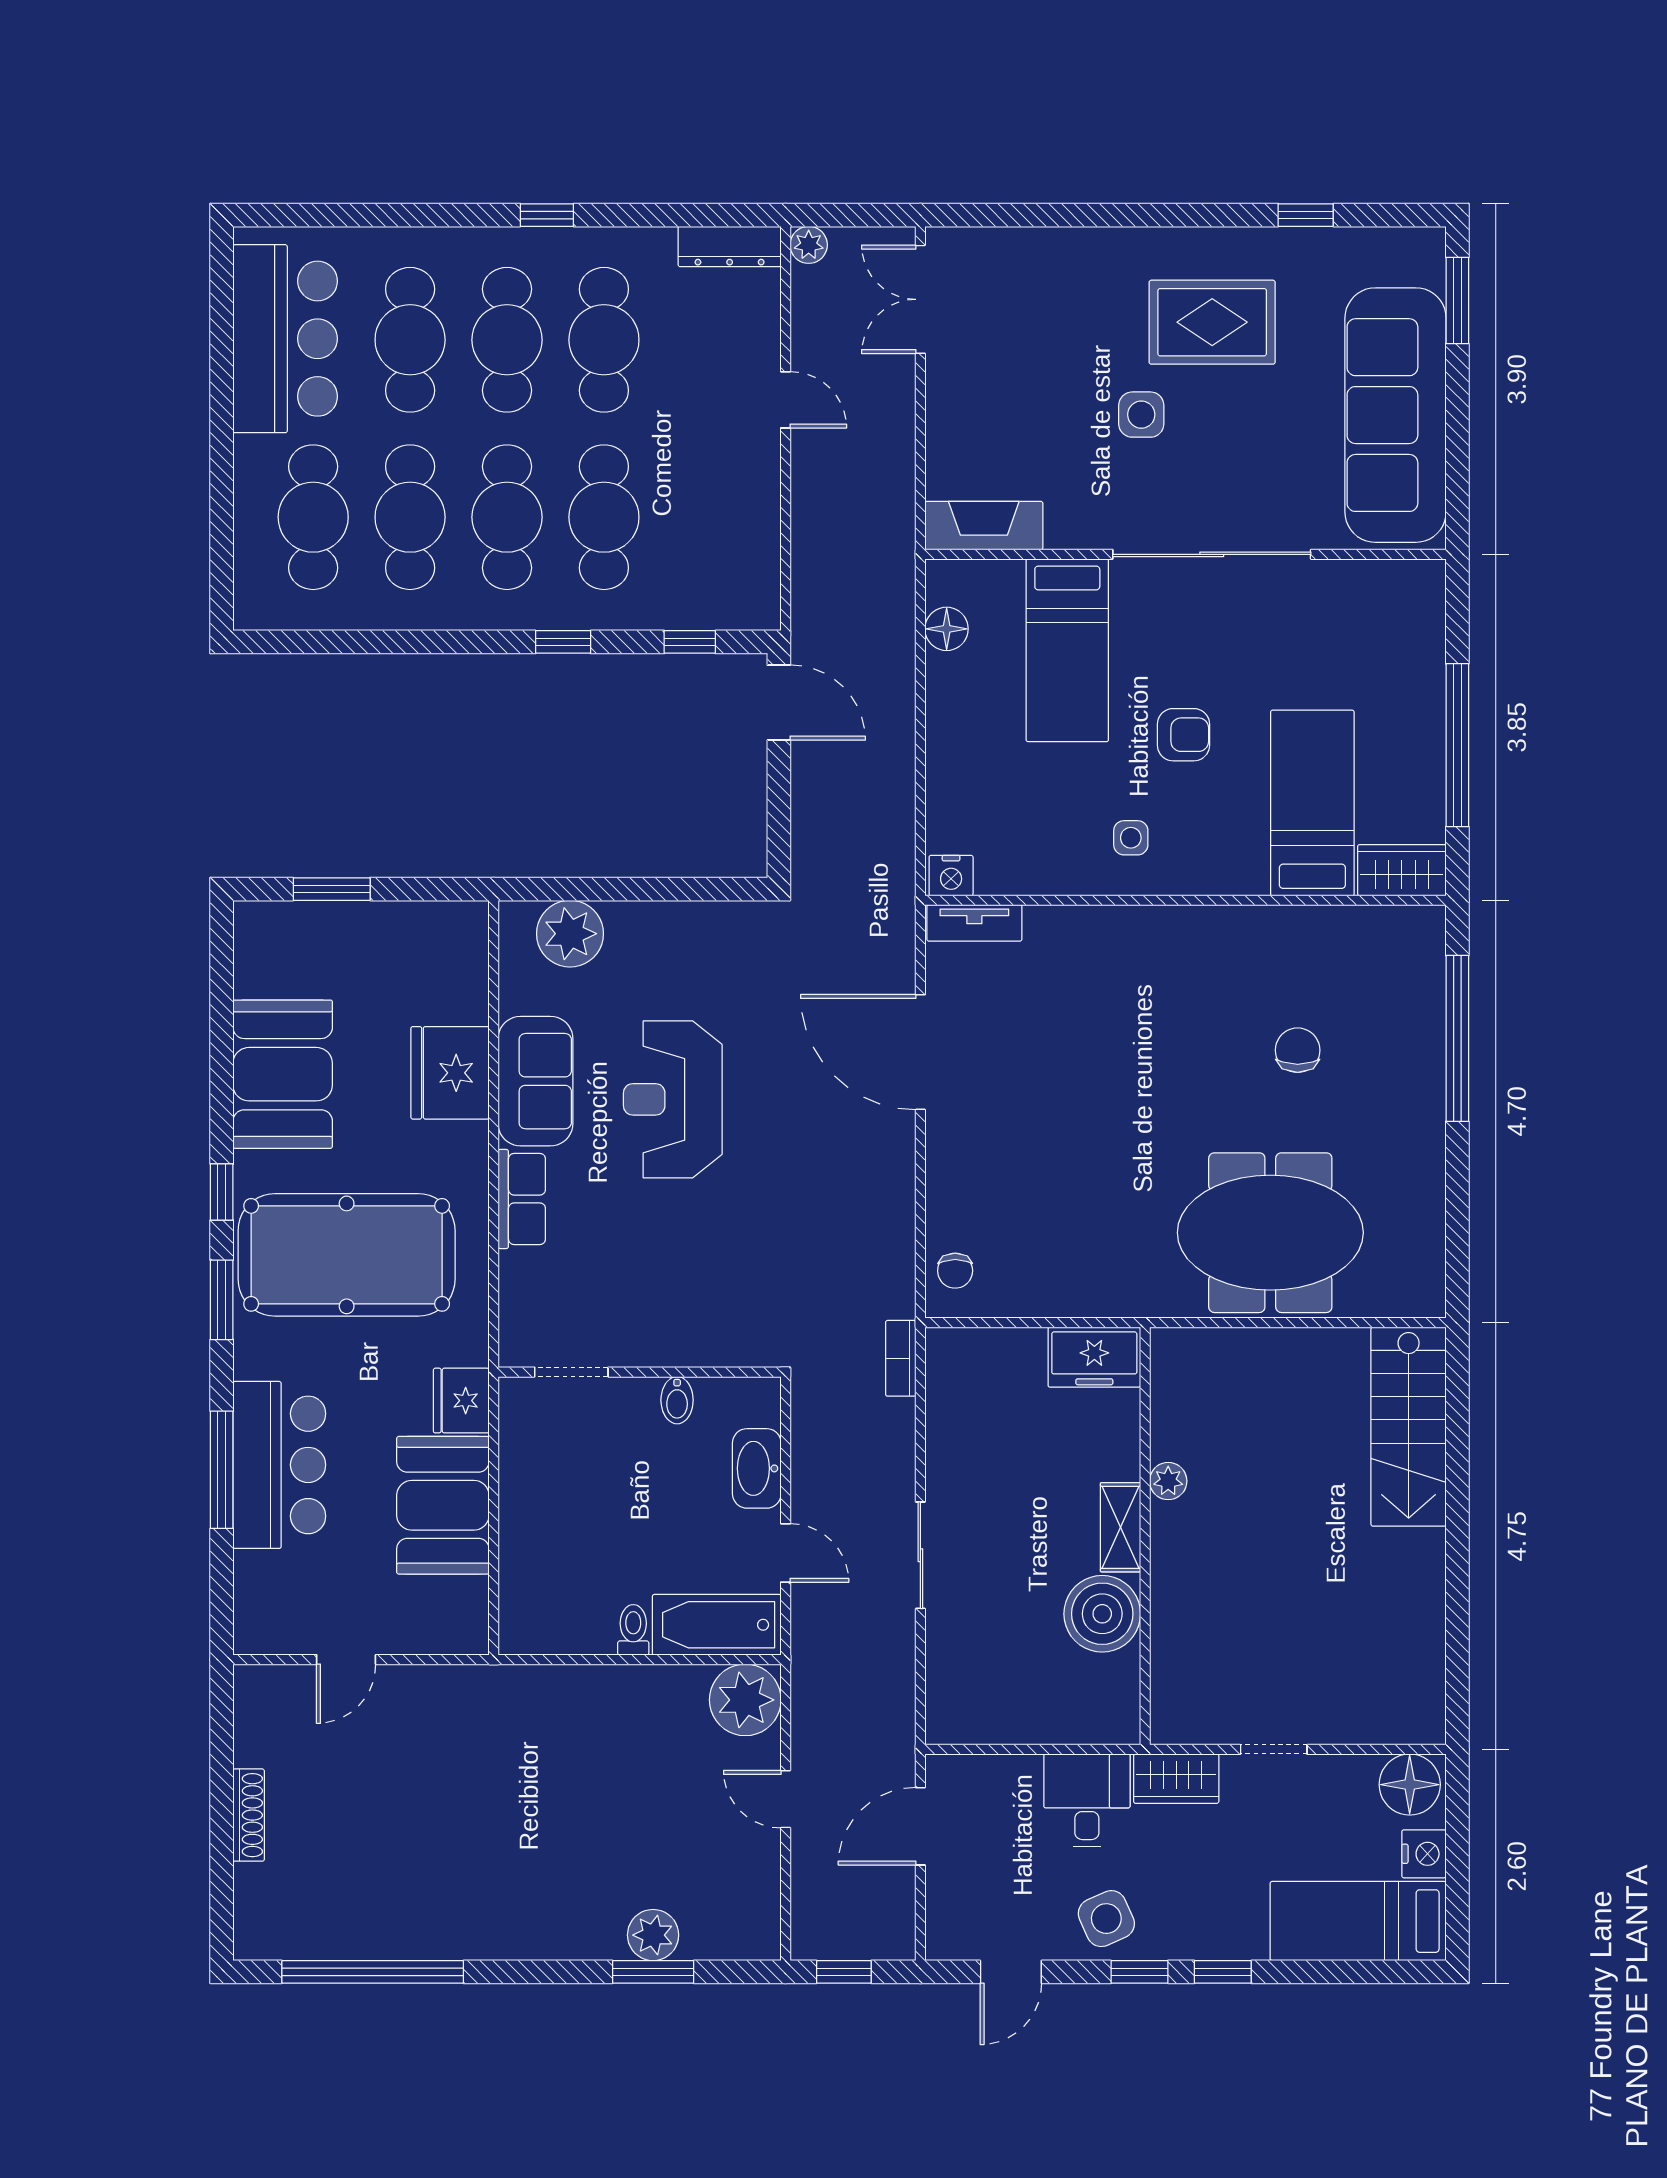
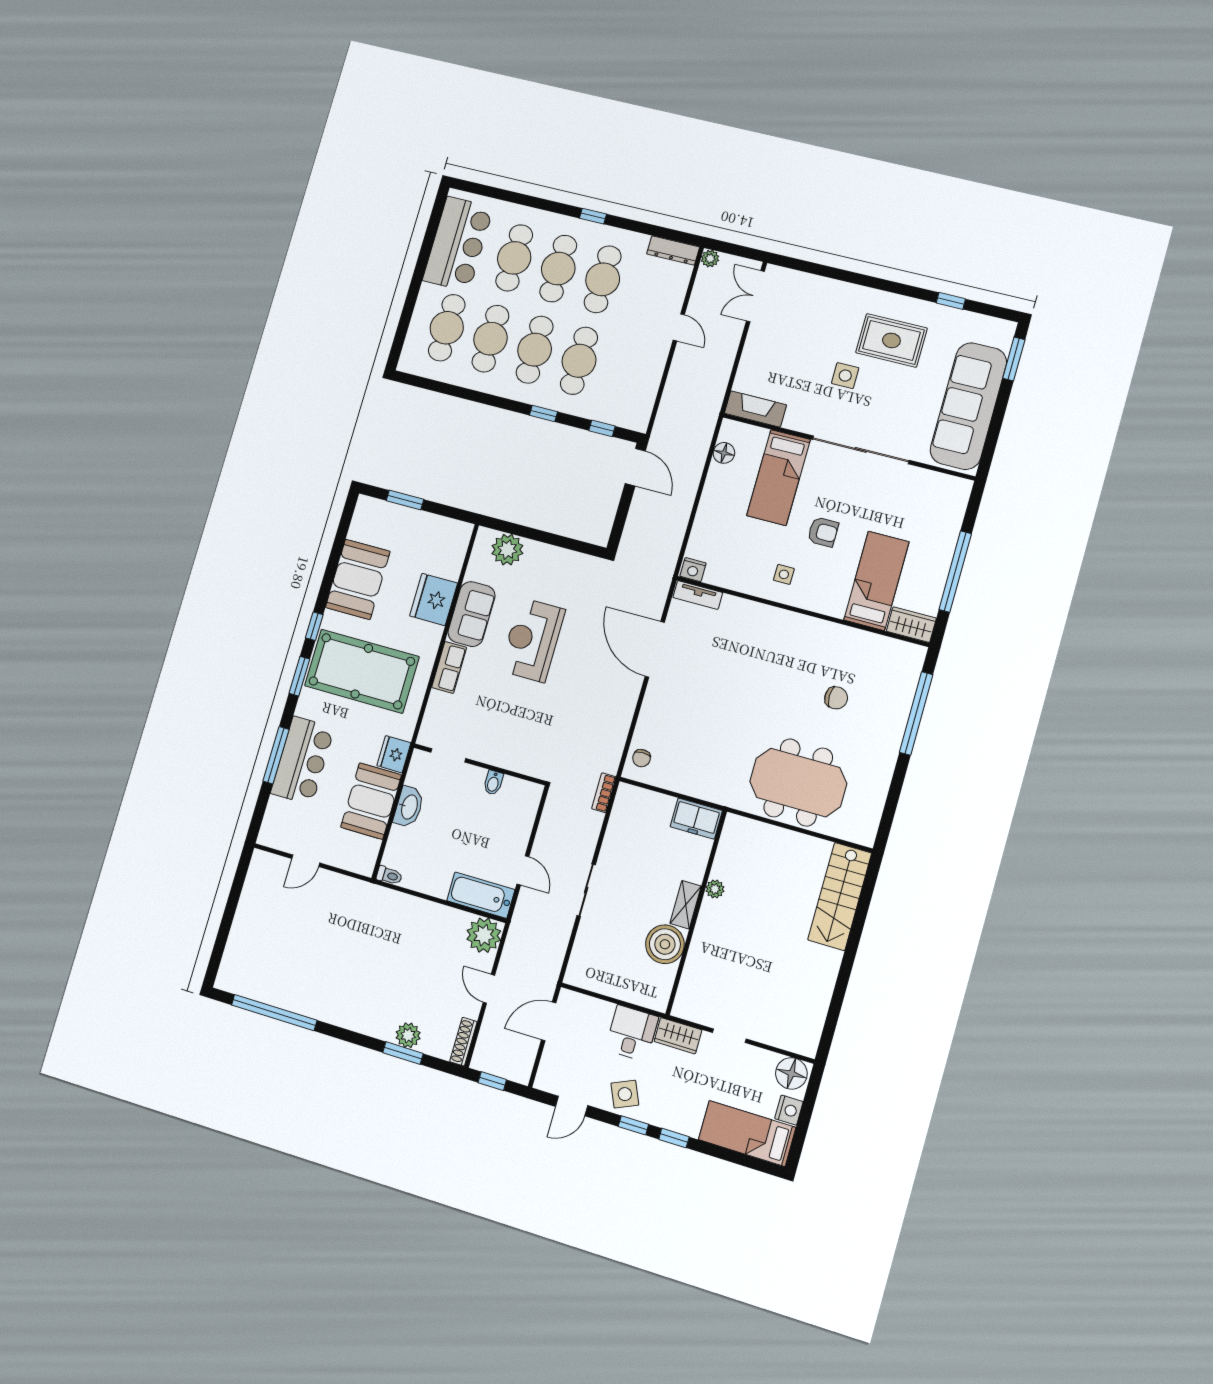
chair: (1298, 1050) -> (836, 698), turned 90
washbasin: (757, 1468) -> (409, 807), moved, turned 180
toilet: (633, 1630) -> (389, 876), moved, turned 90
shoe rack: (249, 1815) -> (463, 1042), moved, turned 180

